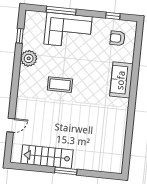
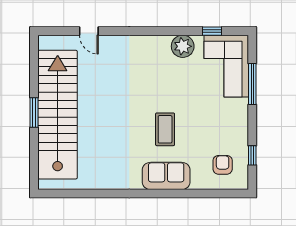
corner sofa: (68, 30) -> (226, 66), moved
coffee table: (60, 85) -> (165, 129), moved
stairs: (47, 157) -> (58, 115), width x1.86, depth x1.51

